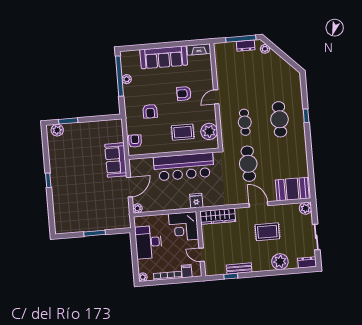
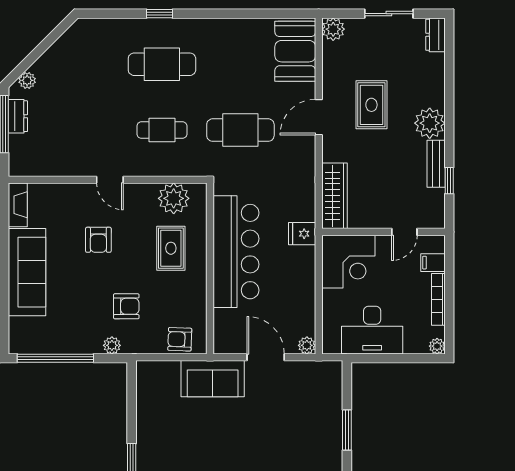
plant: (127, 79) -> (112, 345), moved
plant: (280, 262) -> (430, 123), moved

